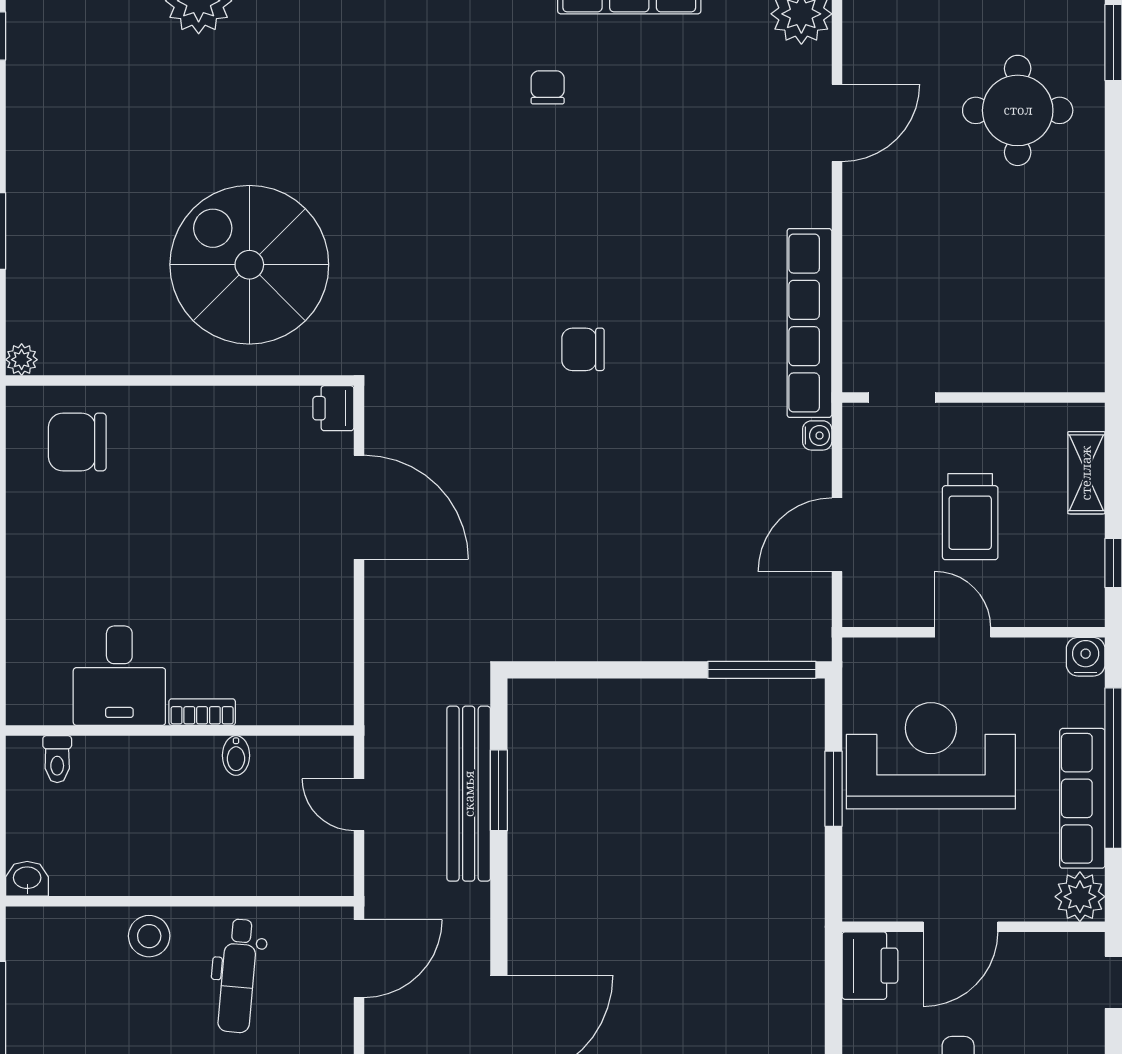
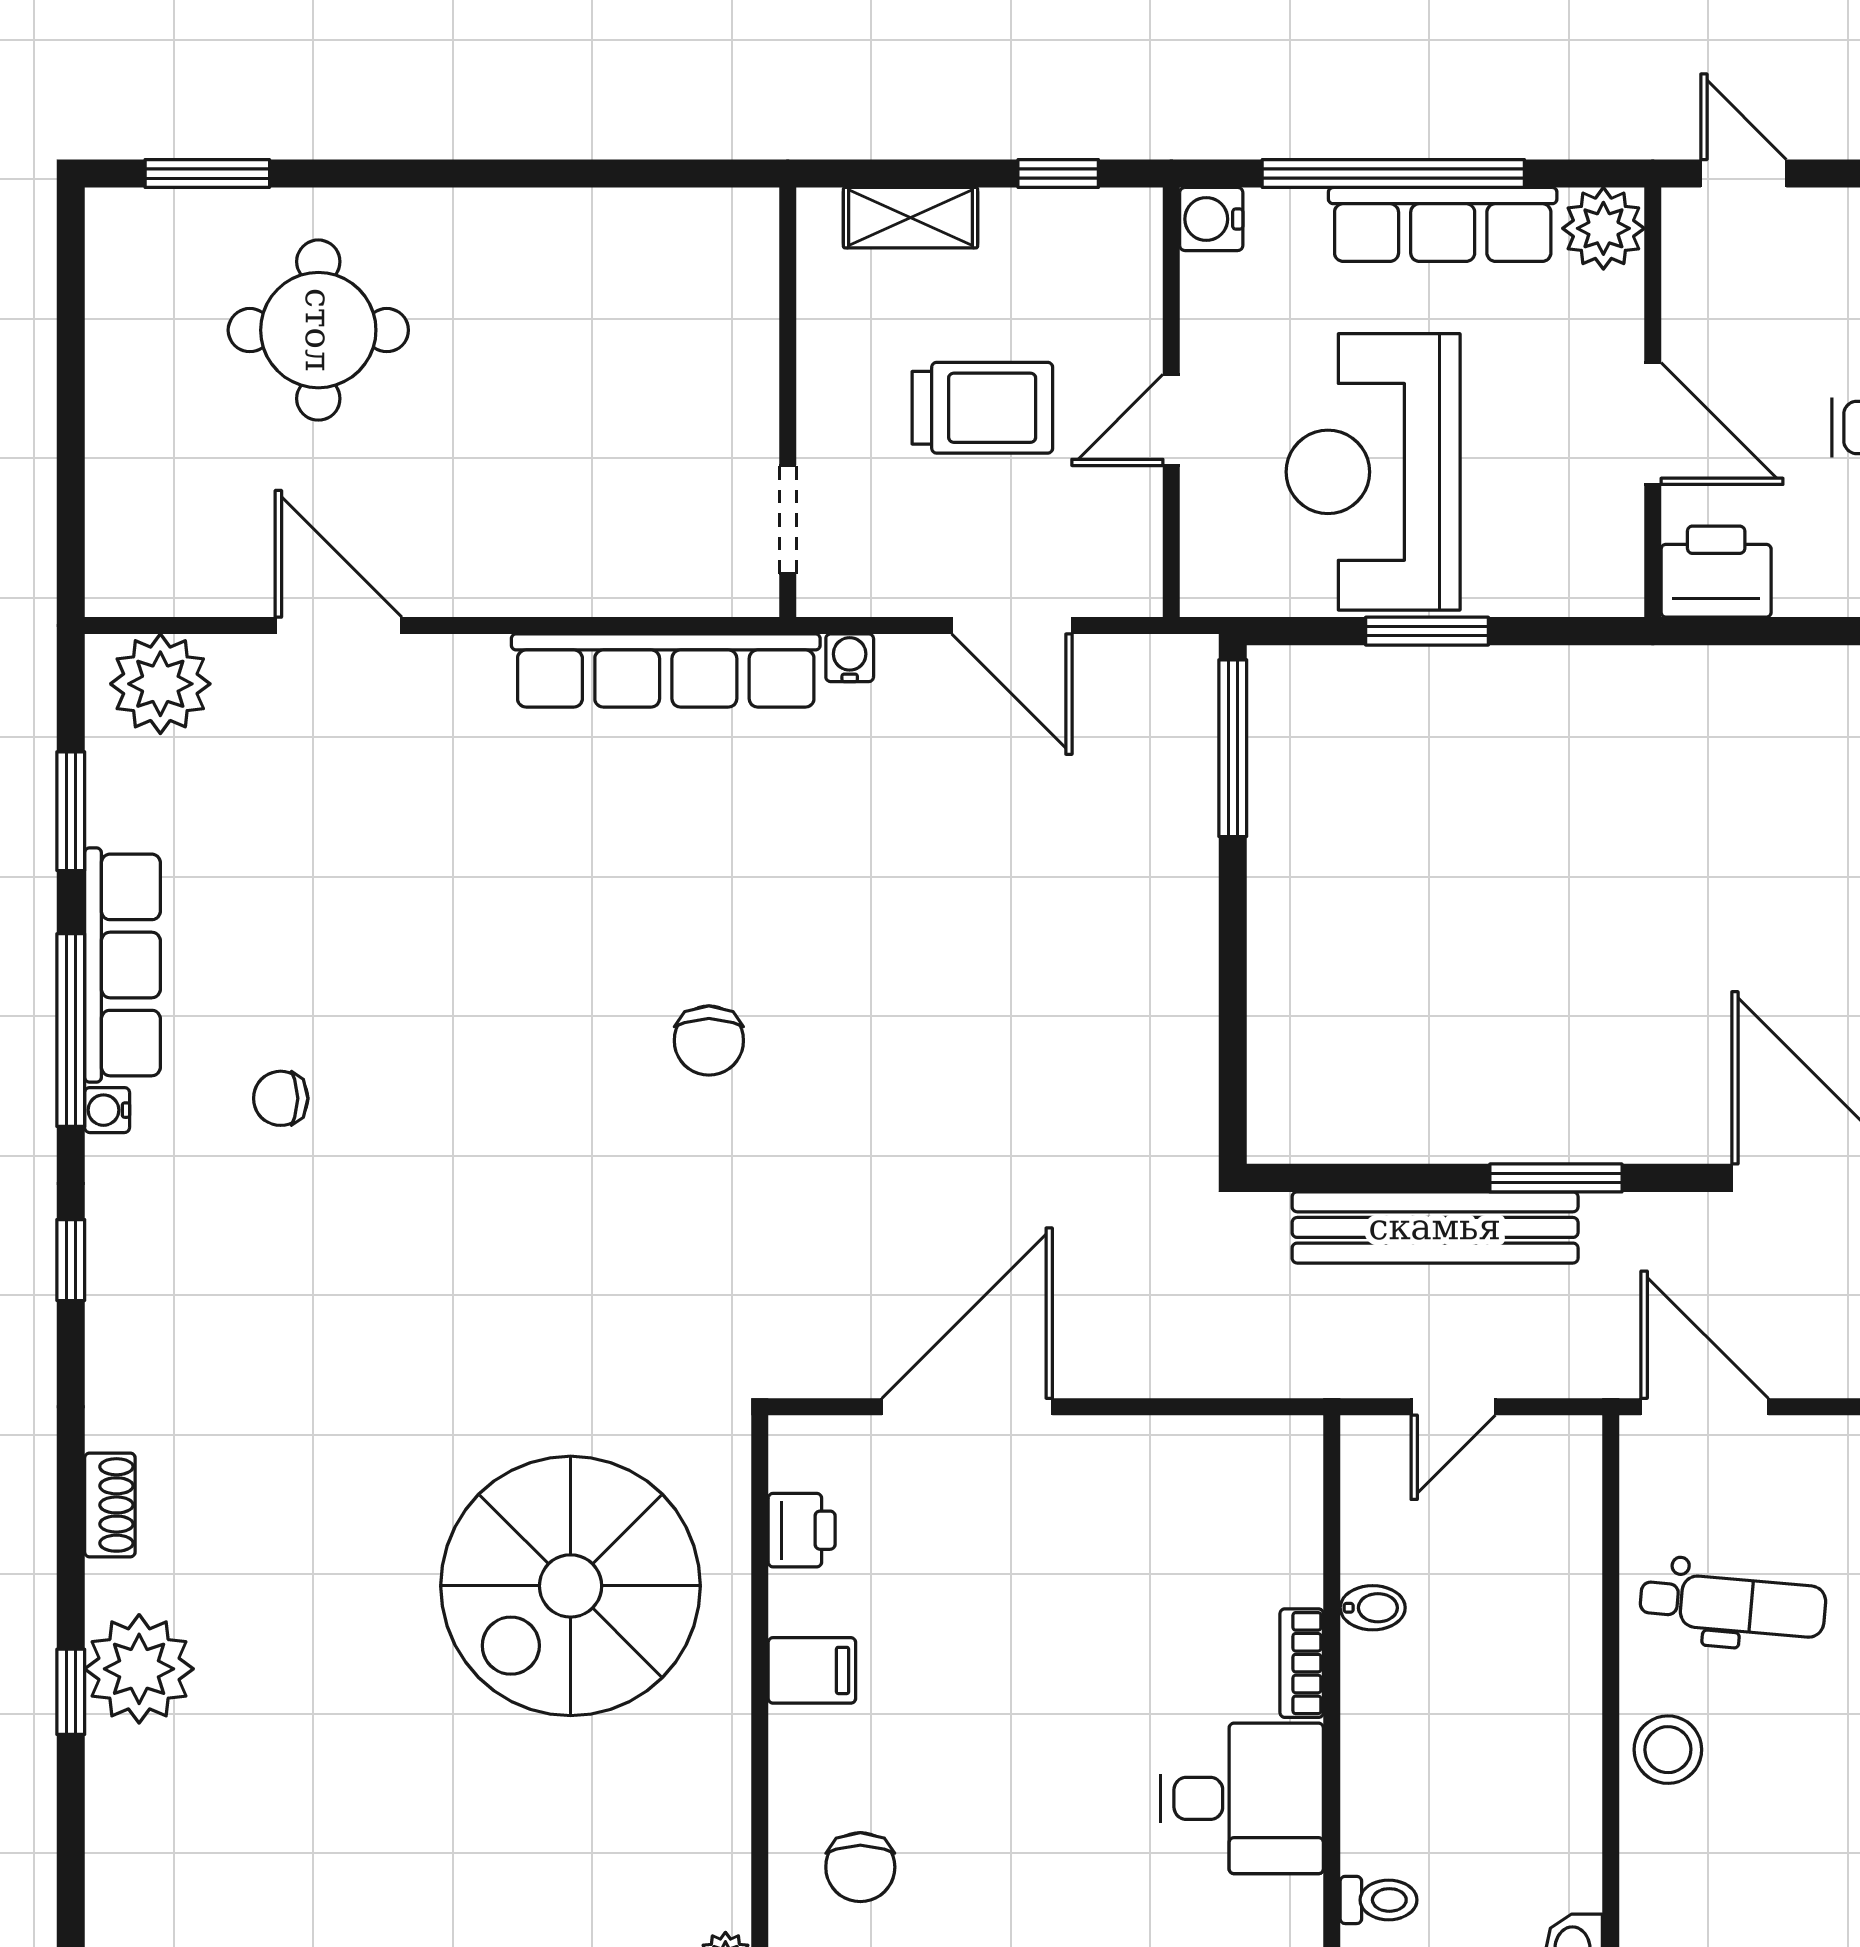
printer: (333, 408) -> (802, 1530), moved, turned -90
filing cabinet: (198, 412) -> (812, 1670), added
chair: (77, 442) -> (860, 1867), width x0.73, depth x0.73
window: (499, 790) -> (1556, 1178), moved

